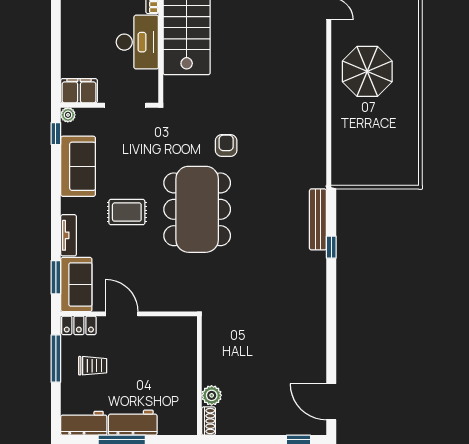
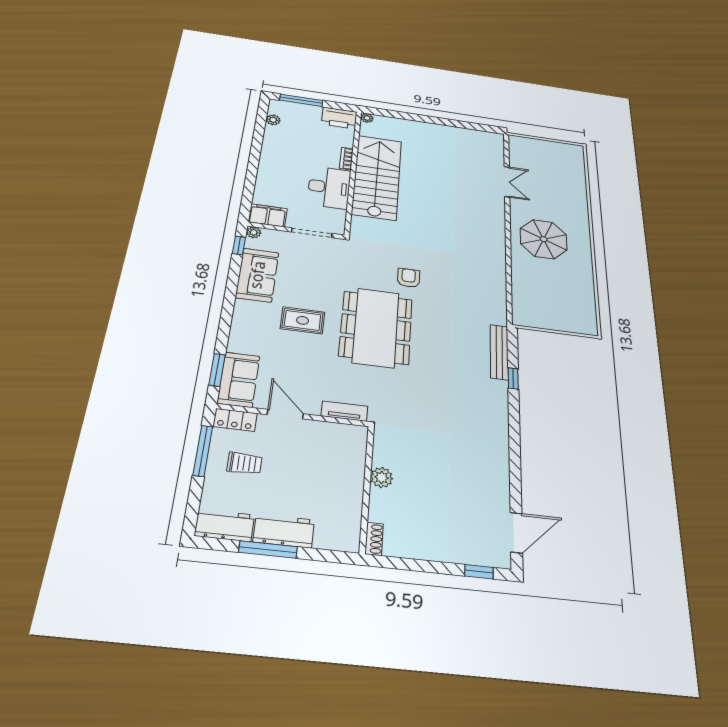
tv unit: (69, 235) -> (344, 411), moved, turned -90
plant: (212, 395) -> (382, 477), moved
door: (331, 402) -> (516, 533), swing flipped

